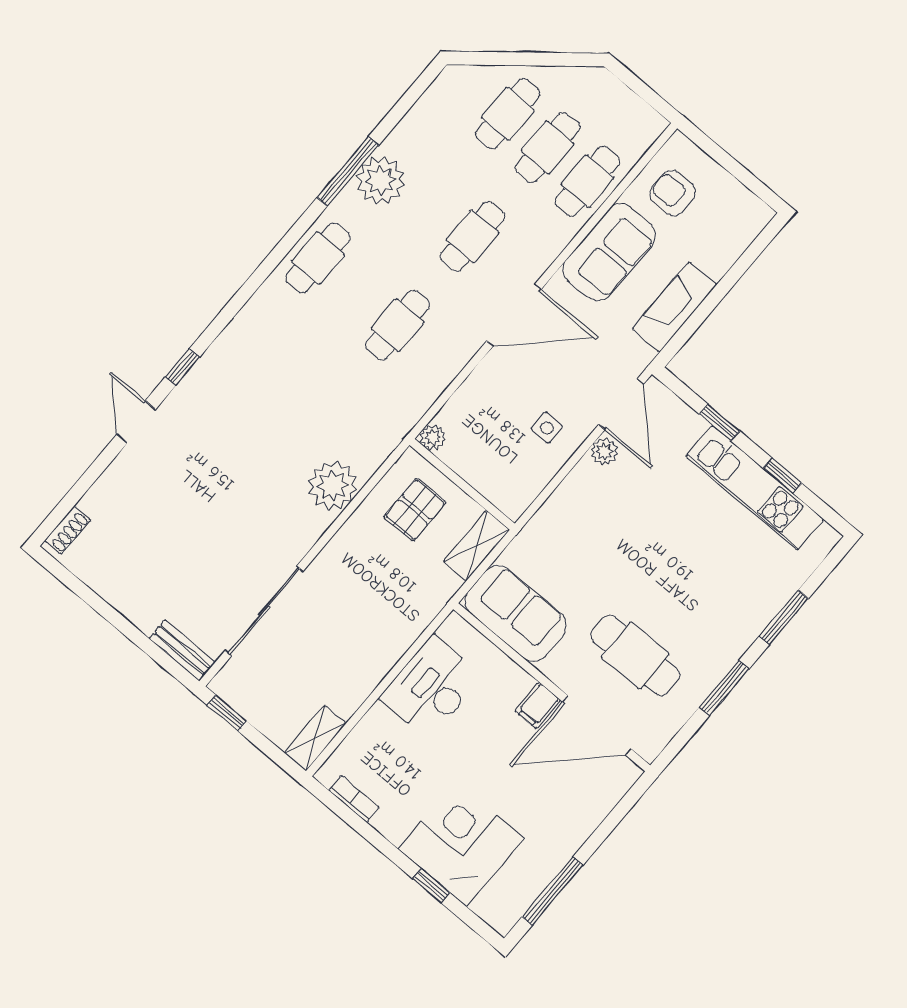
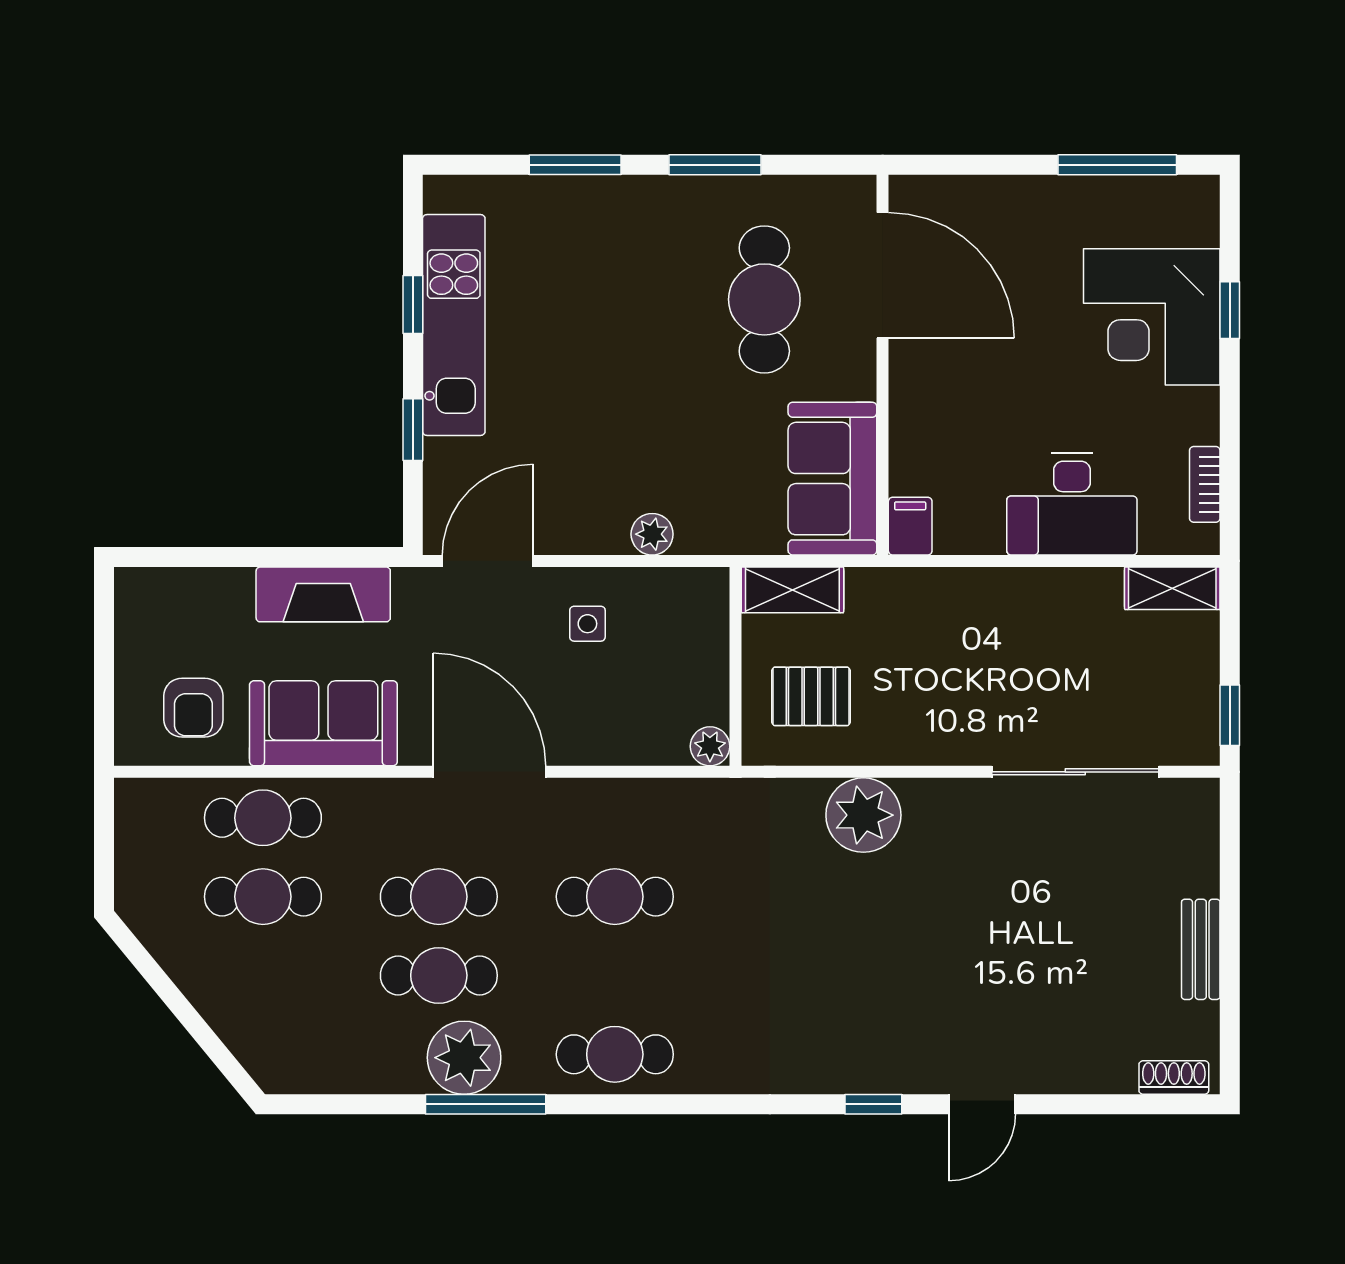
cafe table: (508, 114) -> (439, 975), moved
plant: (604, 451) -> (652, 534), moved
bench: (182, 650) -> (1201, 949), moved
desk: (431, 687) -> (1072, 504), moved
filing cabinet: (538, 706) -> (910, 526), moved, turned -90

